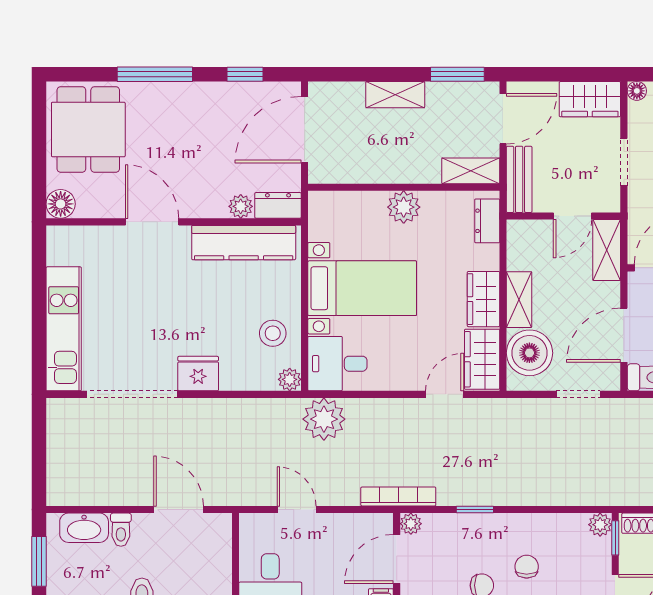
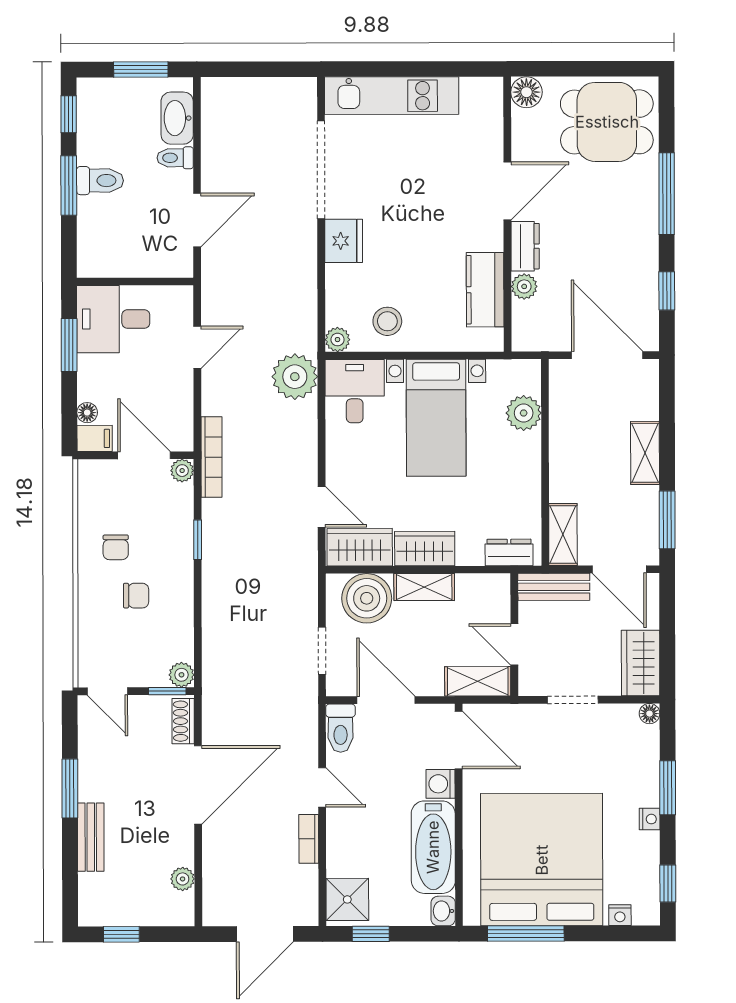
dresser: (278, 205) -> (525, 246), moved
plant: (404, 207) -> (524, 413), moved
kitchen counter: (244, 243) -> (485, 290), width x0.67

